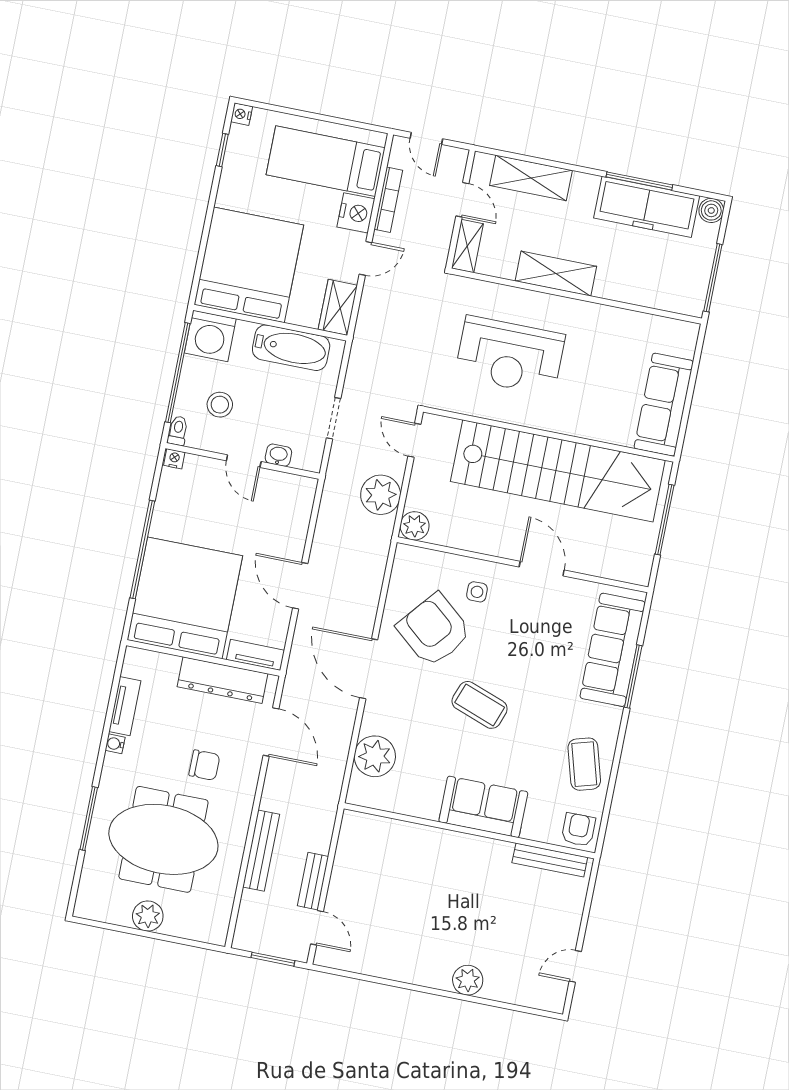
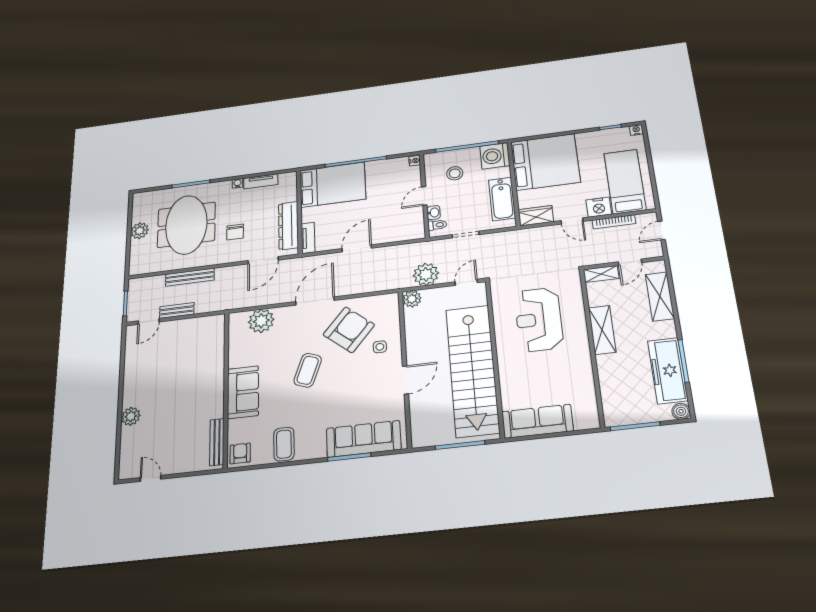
toilet: (178, 431) -> (437, 225), moved
bed: (185, 598) -> (333, 185), width x0.73
coffee table: (584, 764) -> (284, 444), turned -74
armchair: (578, 830) -> (240, 453), turned -90

